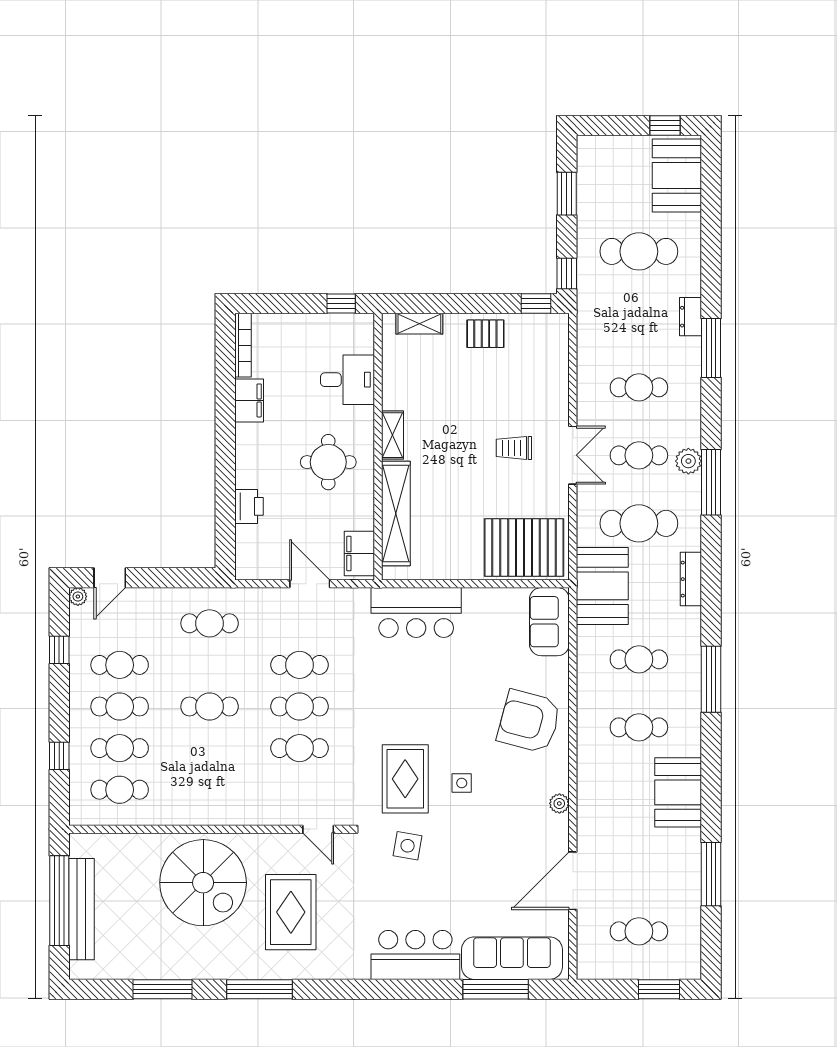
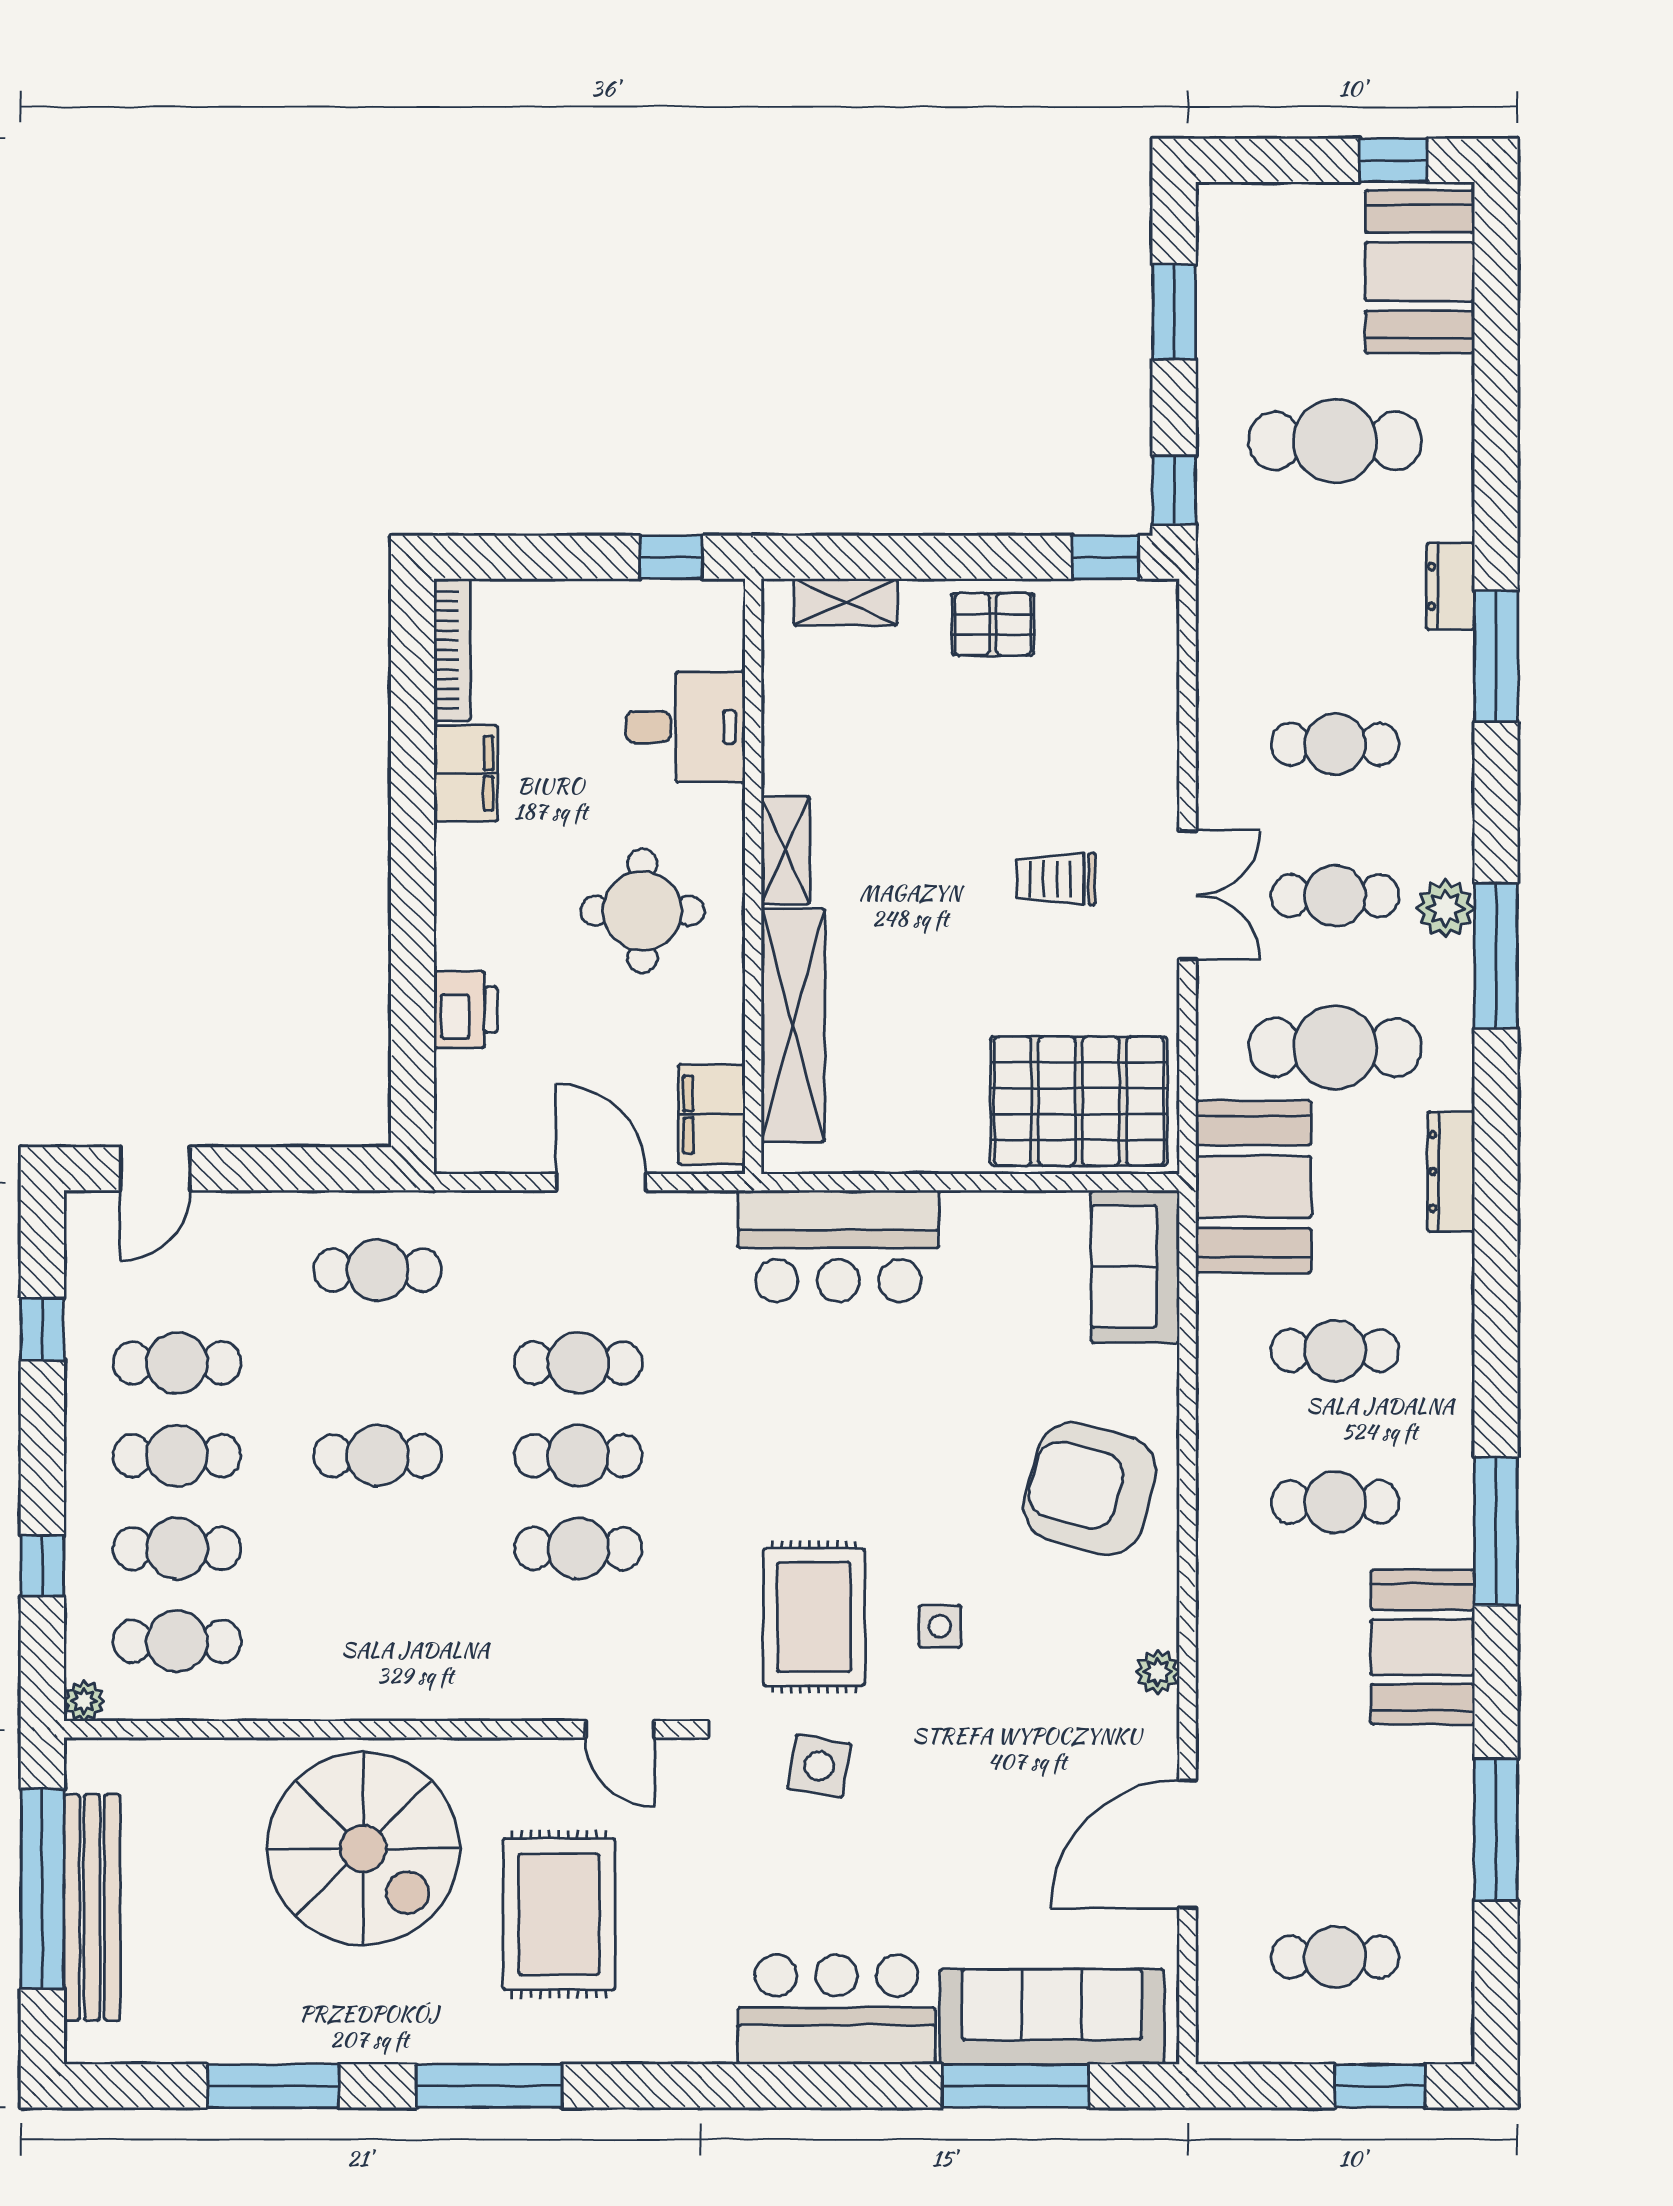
plant: (78, 596) -> (84, 1701), moved
window: (711, 679) -> (1496, 1531), moved

